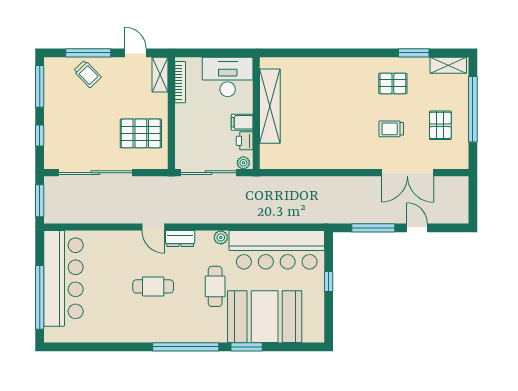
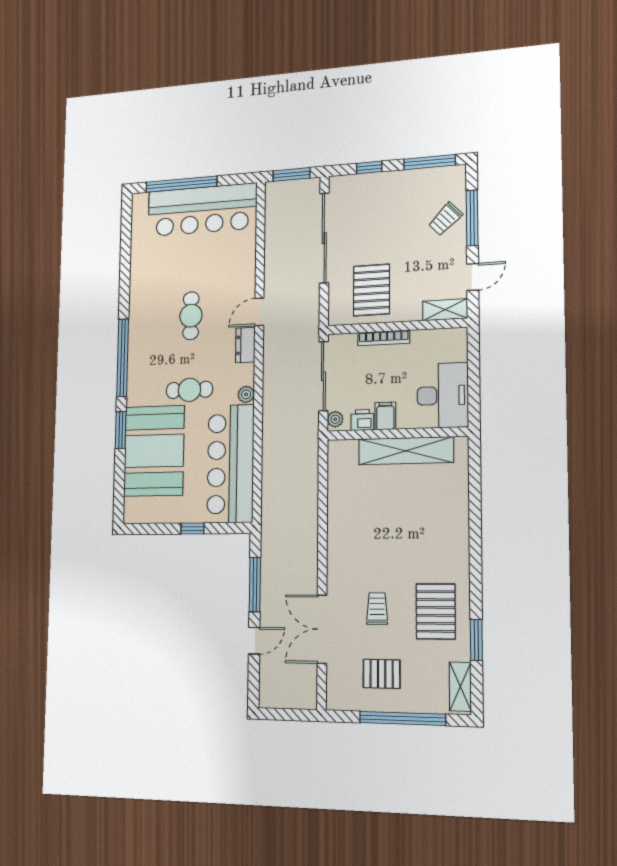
bookcase: (180, 82) -> (384, 338), moved
pallet: (393, 83) -> (436, 611), width x1.50, depth x1.42

